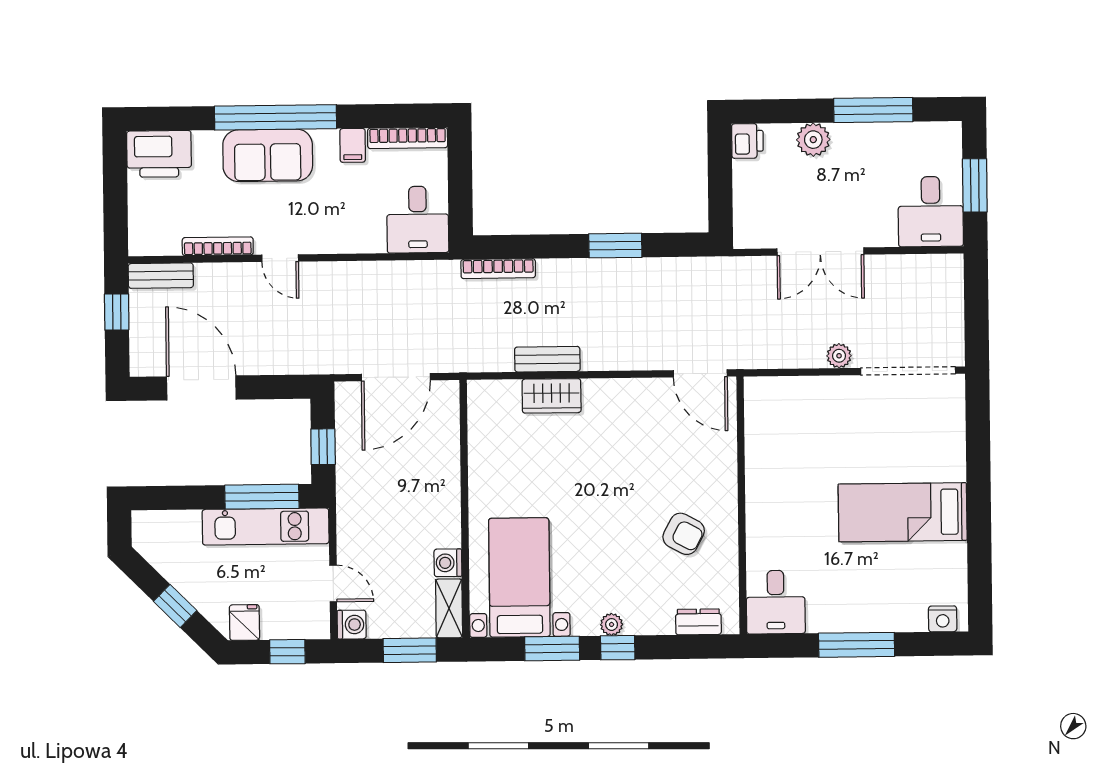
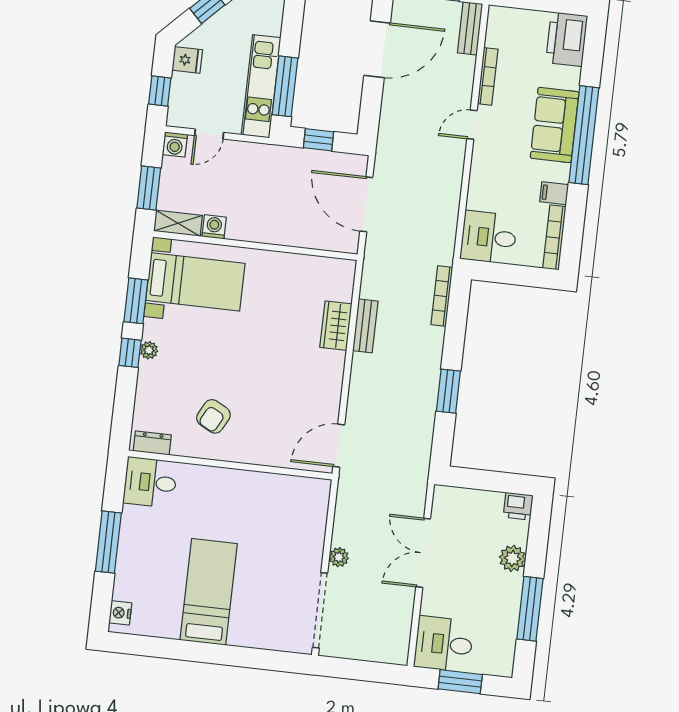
dresser: (698, 622) -> (152, 443), moved, turned -90

